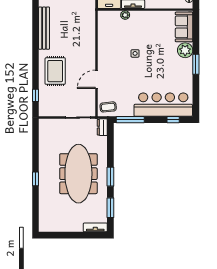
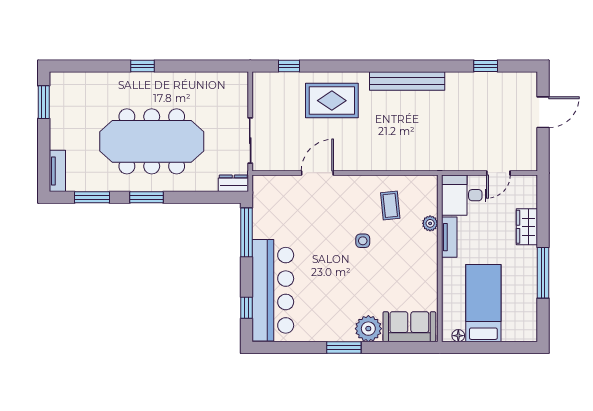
door: (96, 79) -> (317, 173), hinge flipped
coffee table: (108, 107) -> (390, 205), moved
window: (56, 235) -> (44, 102), added

